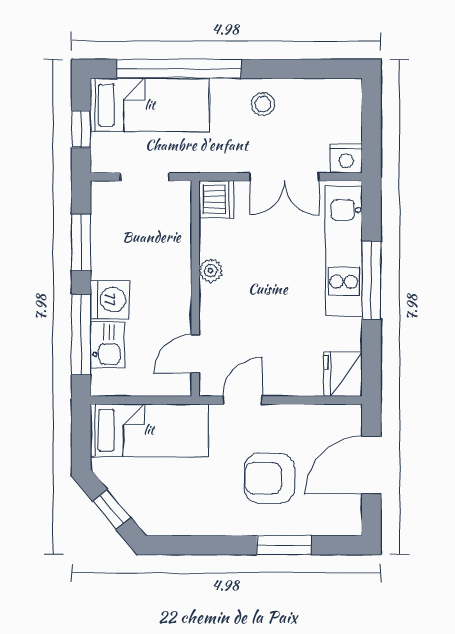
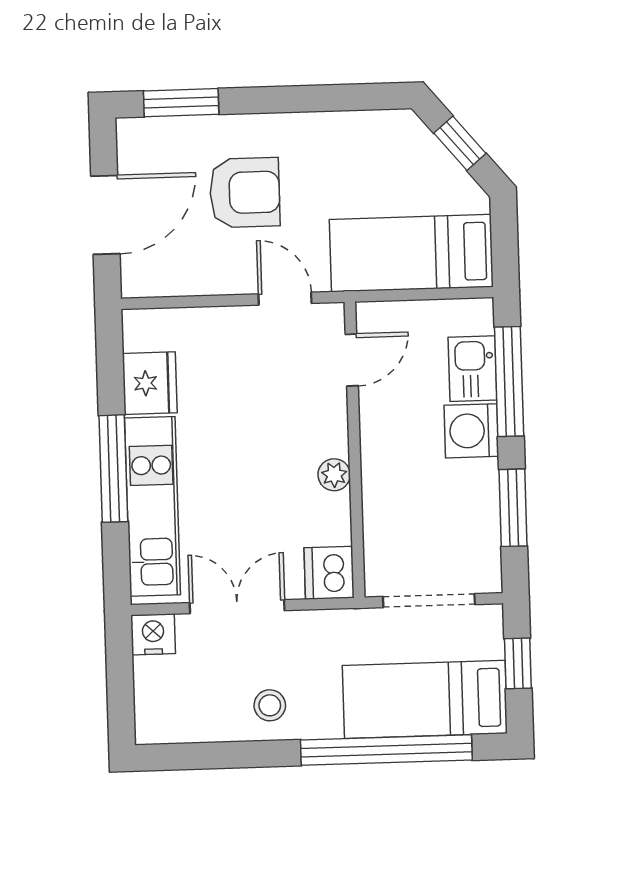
doorway: (145, 177) -> (429, 601), width x1.38
fridge: (343, 374) -> (150, 383), moved
door: (242, 400) -> (285, 299), swing flipped
window: (284, 545) -> (181, 103), moved

